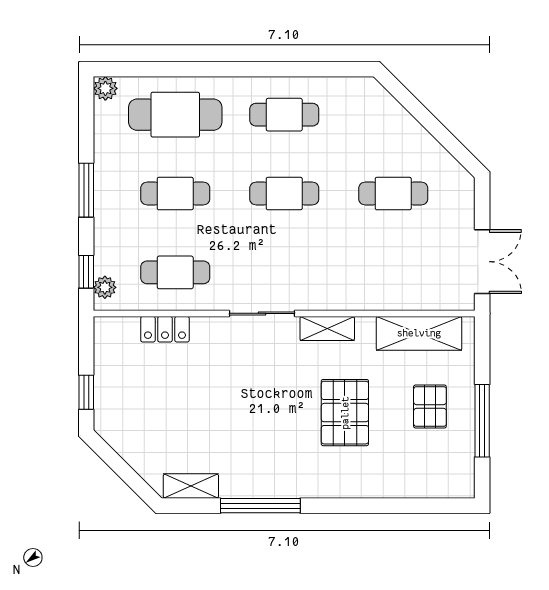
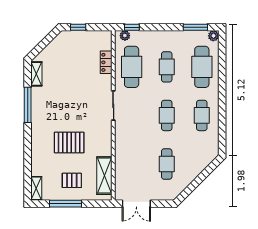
window: (86, 190) -> (195, 27), moved
cafe table: (175, 272) -> (132, 67), width x1.37, depth x1.35
shelving: (327, 329) -> (36, 188), moved

